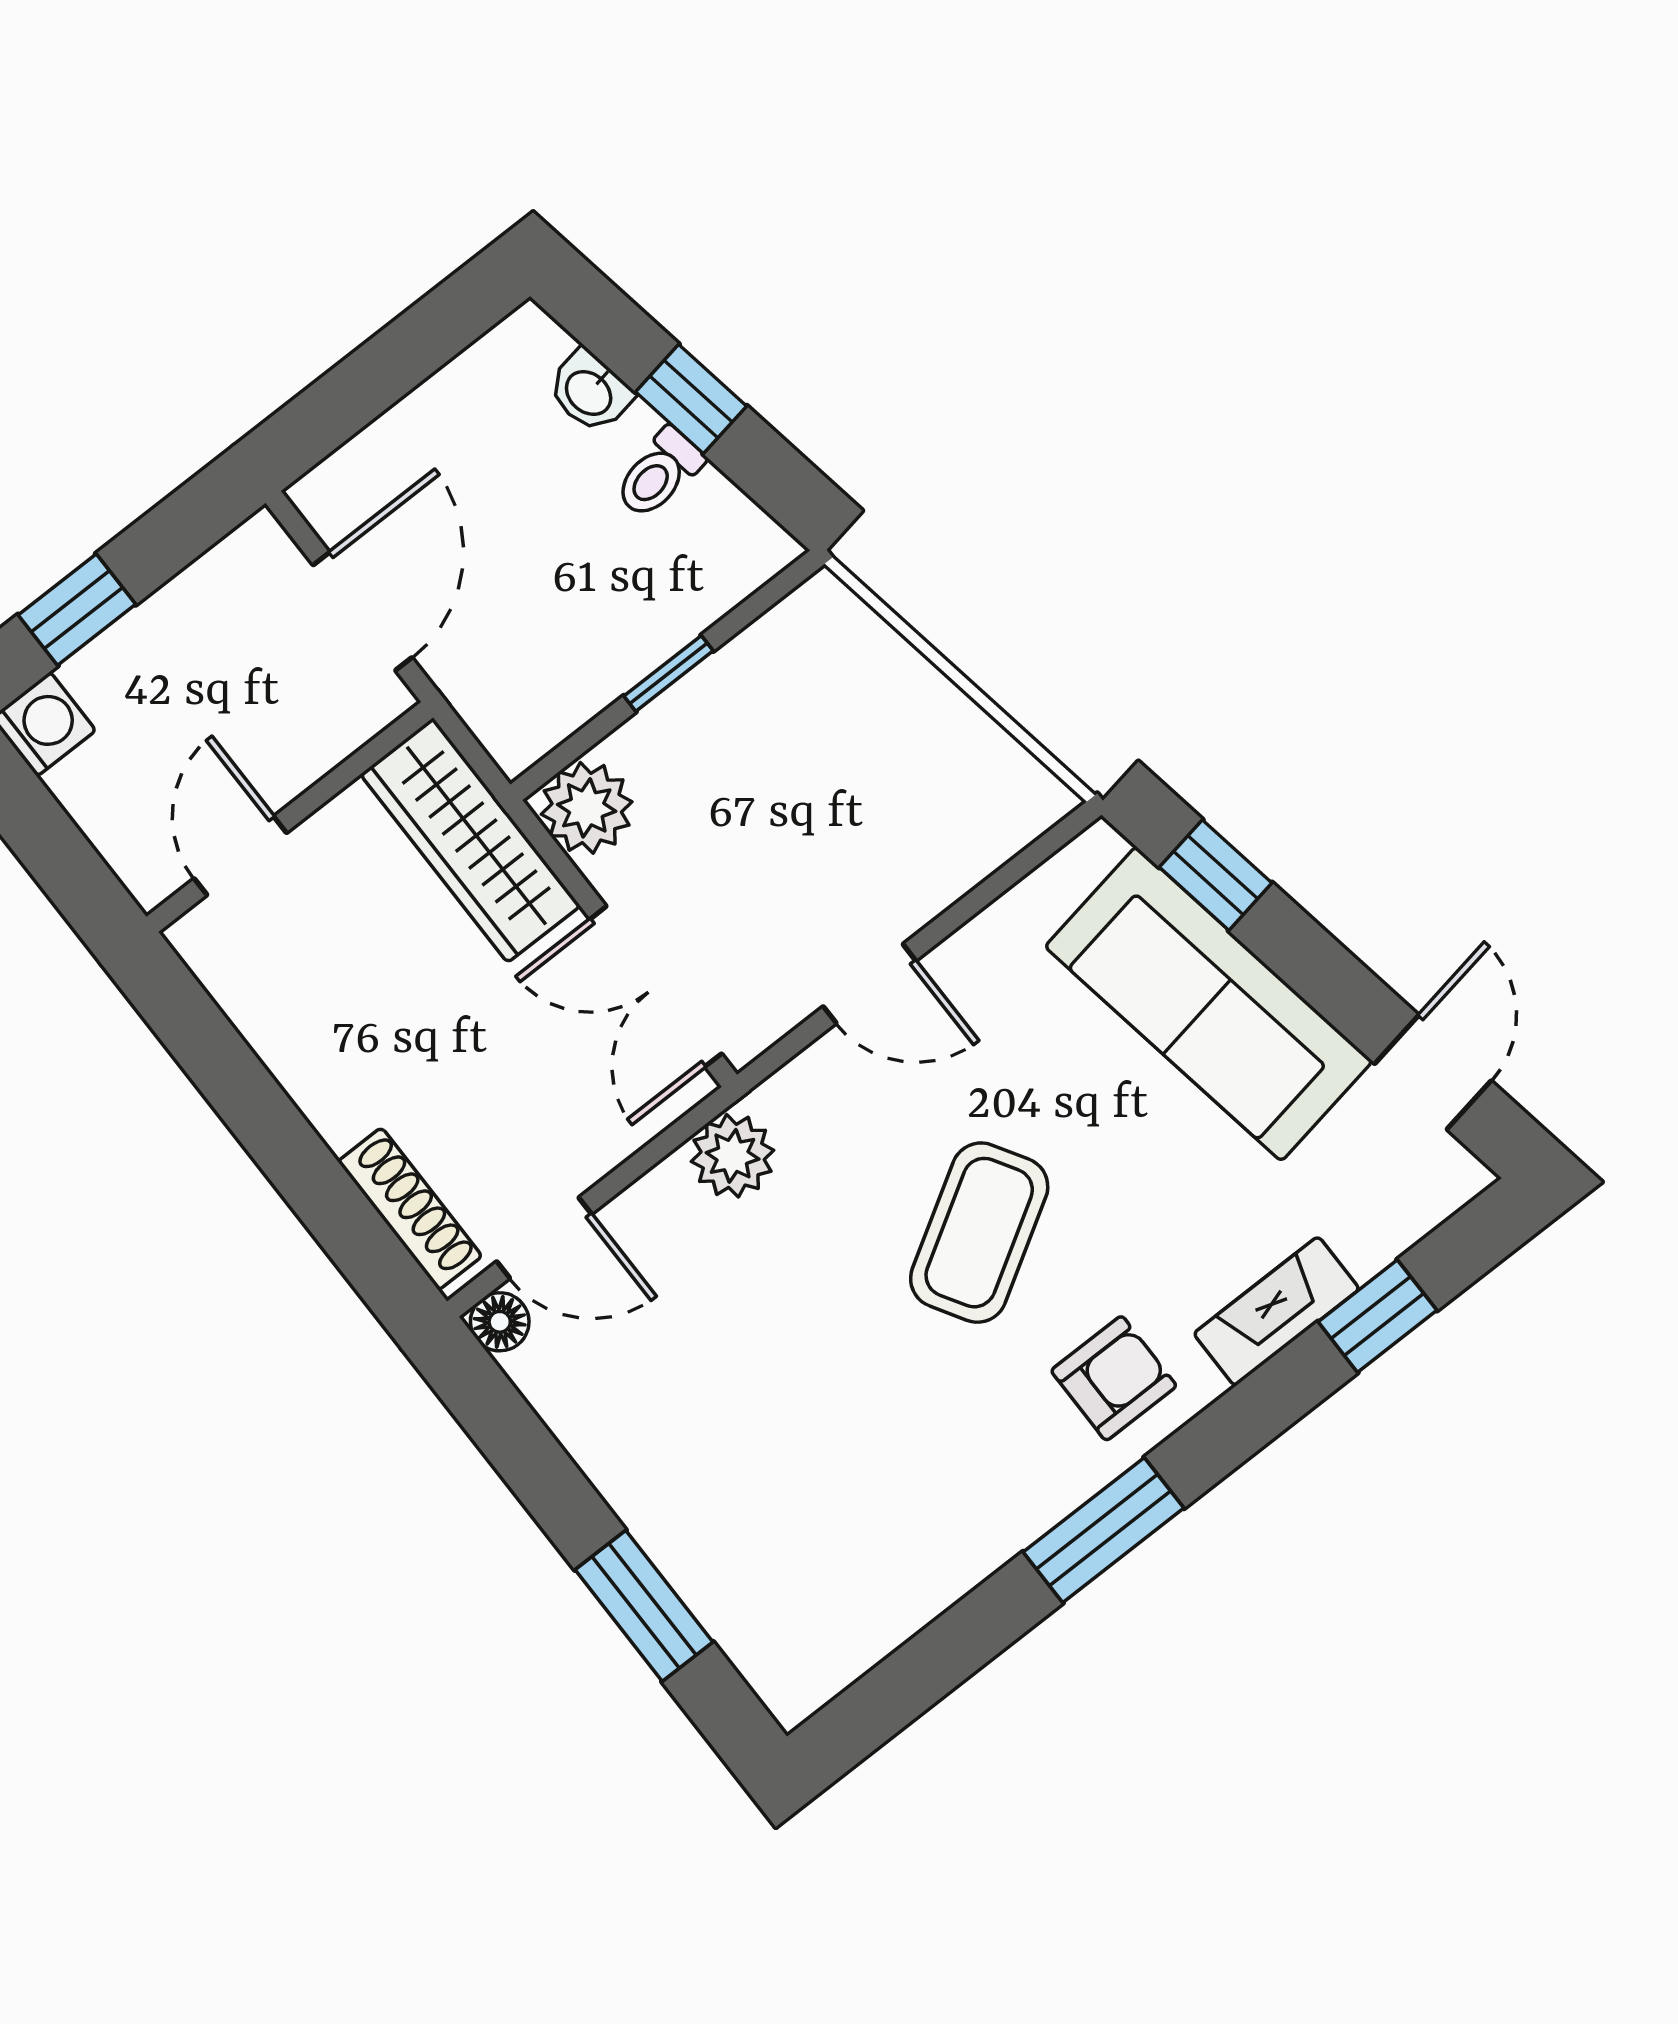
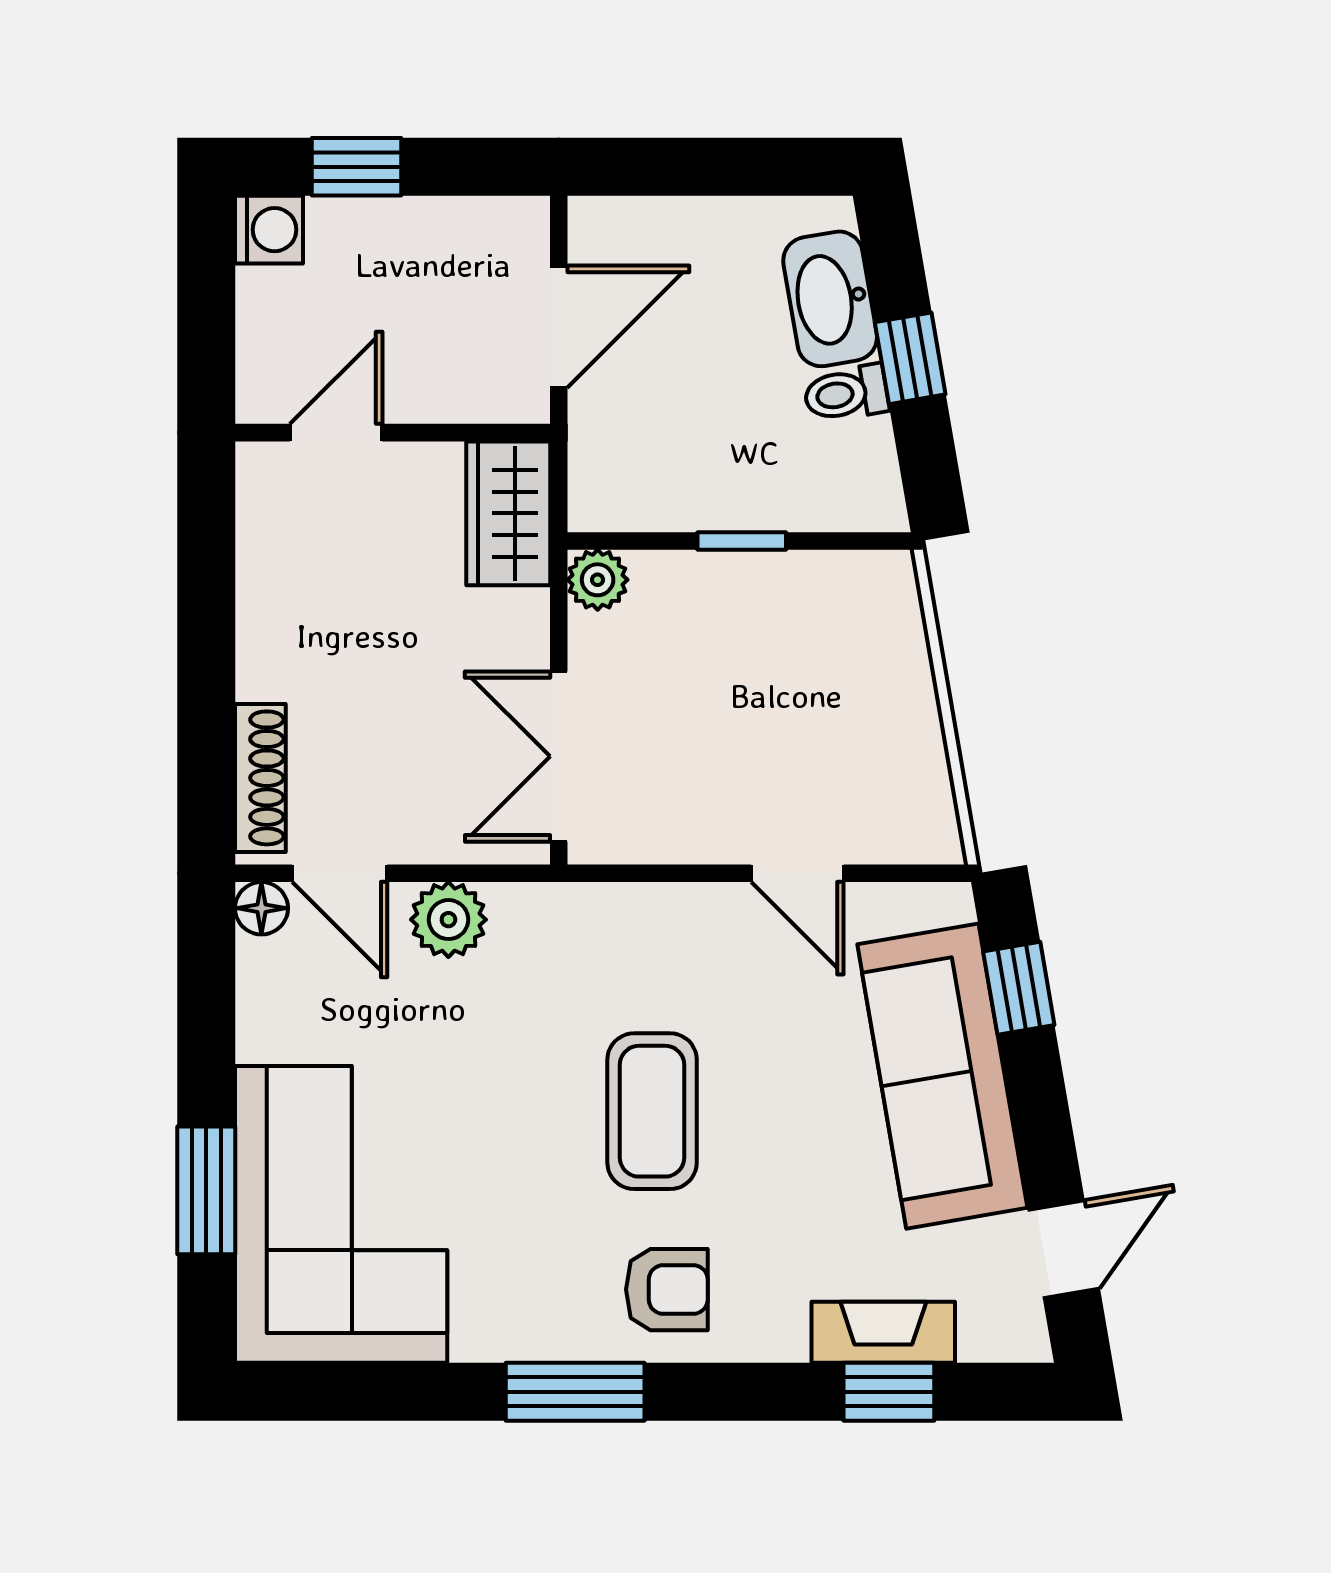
washbasin: (590, 392) -> (830, 299), width x1.91, depth x1.45
plant: (587, 808) -> (598, 580), width x0.73, depth x0.73
wardrobe: (470, 840) -> (508, 513), width x0.67
door: (870, 984) -> (797, 873), moved
plant: (733, 1156) -> (448, 920), moved
coffee table: (979, 1233) -> (652, 1111), turned -59
fireplace: (1277, 1311) -> (883, 1332), moved
corner sofa: (778, 1535) -> (341, 1214), added

